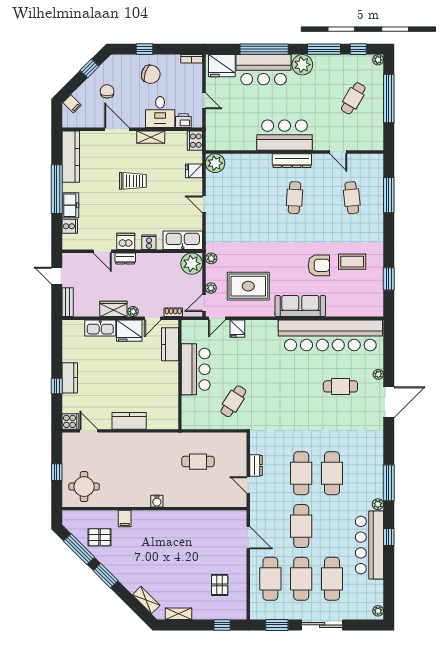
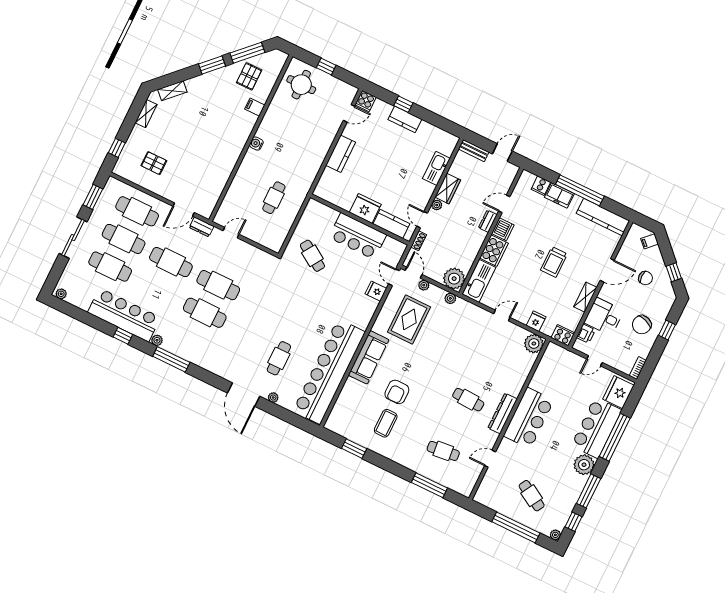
cooker: (149, 242) -> (494, 251), width x1.87, depth x1.31
fridge: (129, 331) -> (365, 208), moved, turned 90
dresser: (256, 465) -> (202, 227), moved

